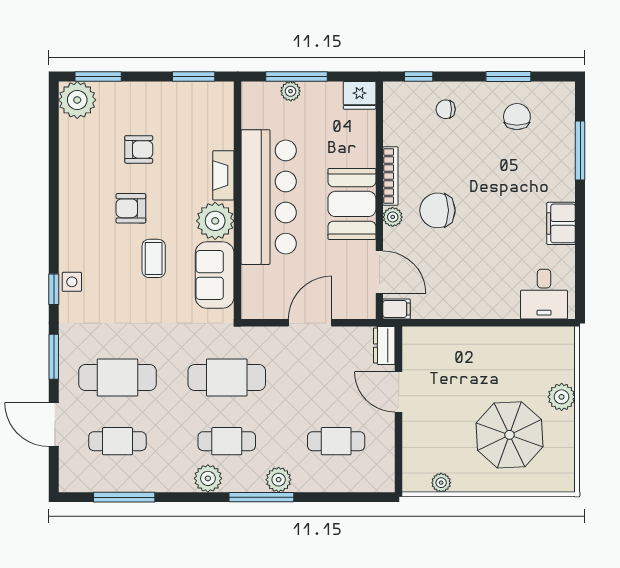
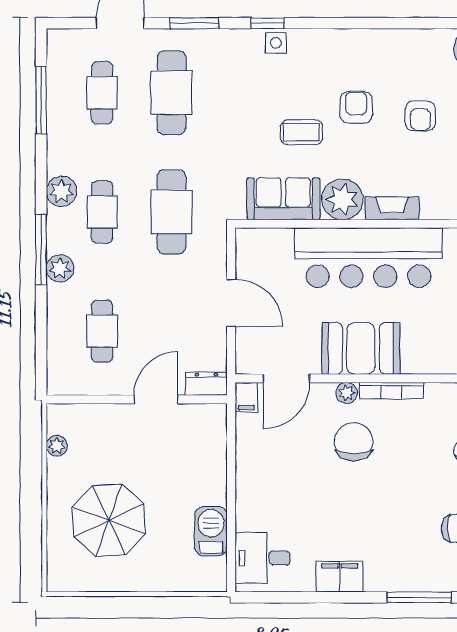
barbecue: (519, 341) -> (211, 531), added
plant: (562, 397) -> (150, 577), removed

